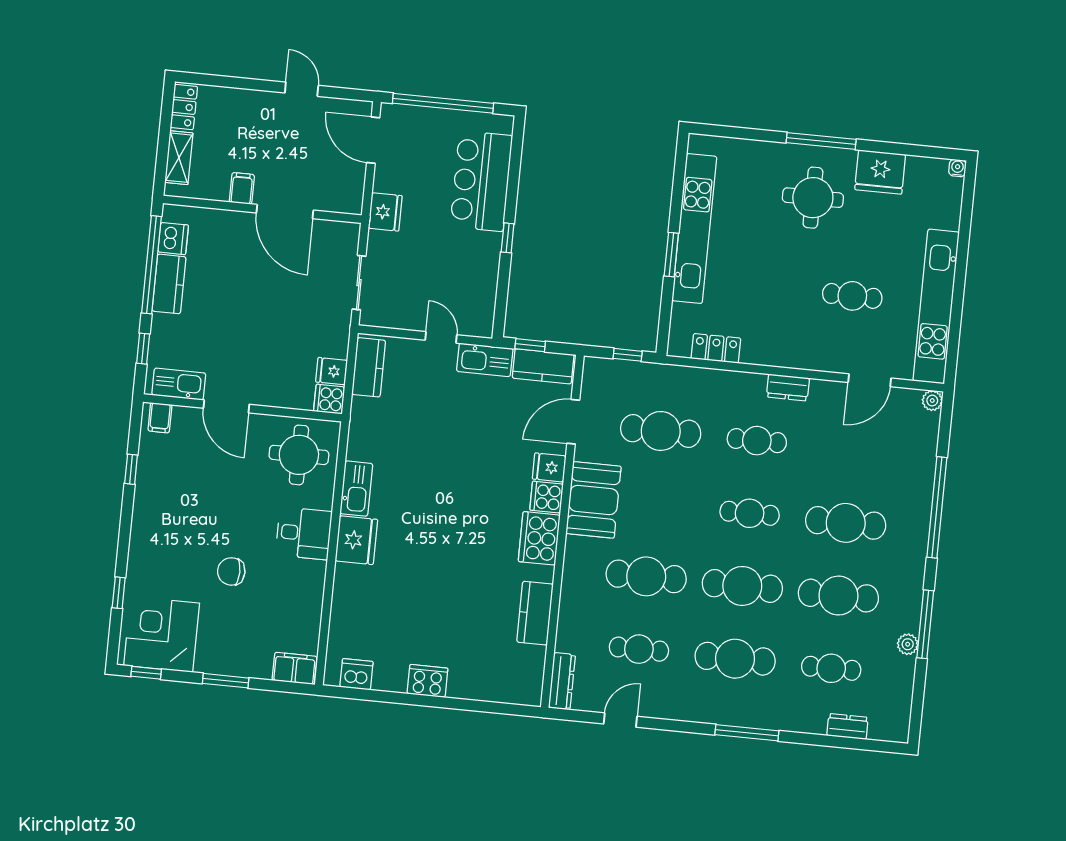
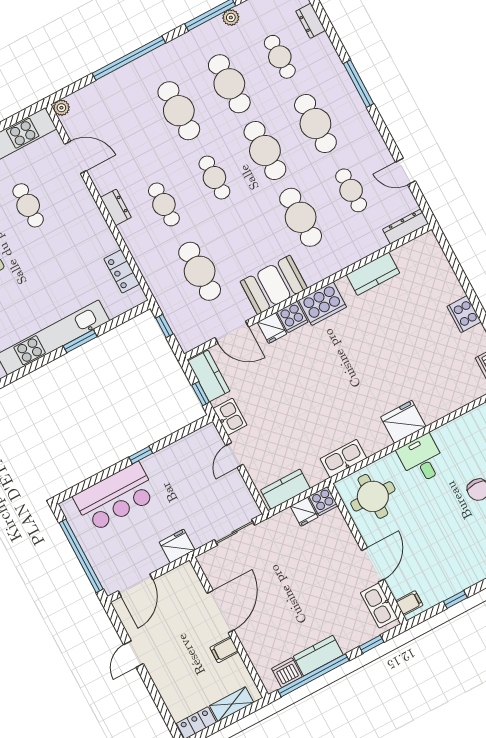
kitchen sink: (485, 360) -> (230, 417), width x0.73
kitchen sink: (356, 489) -> (343, 459), moved

